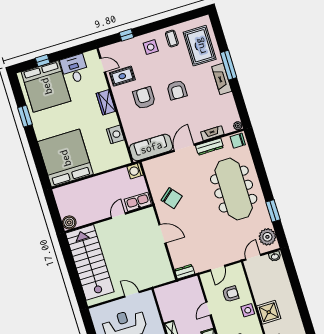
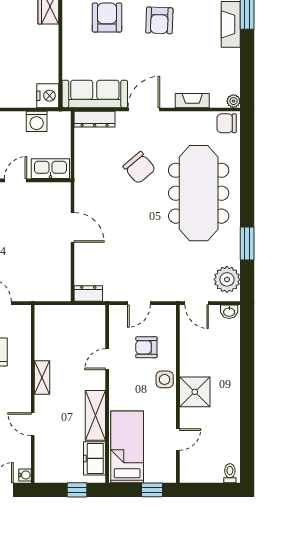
nightstand: (115, 134) -> (48, 96), moved
dresser: (210, 147) -> (95, 119), moved
washing machine: (135, 171) -> (37, 121), moved, turned -90
chair: (172, 198) -> (139, 168), moved
door: (253, 257) -> (197, 303), swing flipped
armchair: (231, 294) -> (146, 347), turned 180

